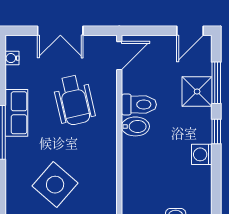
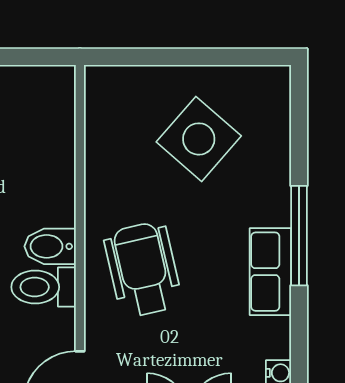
wheelchair: (74, 100) -> (143, 269), moved

